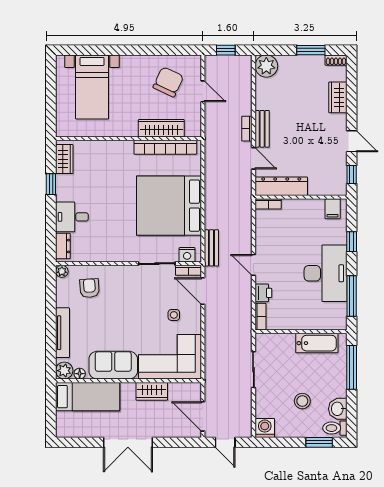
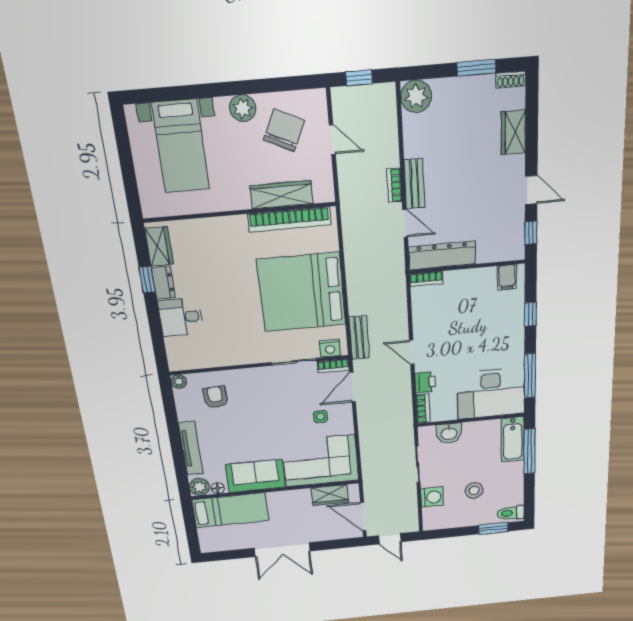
plant: (140, 64) -> (243, 108), added
dresser: (63, 246) -> (163, 283), moved
desk: (326, 273) -> (491, 393), moved, turned 90
door: (203, 291) -> (353, 387), hinge flipped
bathtub: (317, 343) -> (513, 439), moved, turned 90
wardrobe: (152, 391) -> (330, 495), moved
washbasin: (338, 409) -> (449, 433), moved, turned -90
washing machine: (265, 428) -> (432, 497), moved, turned 90

